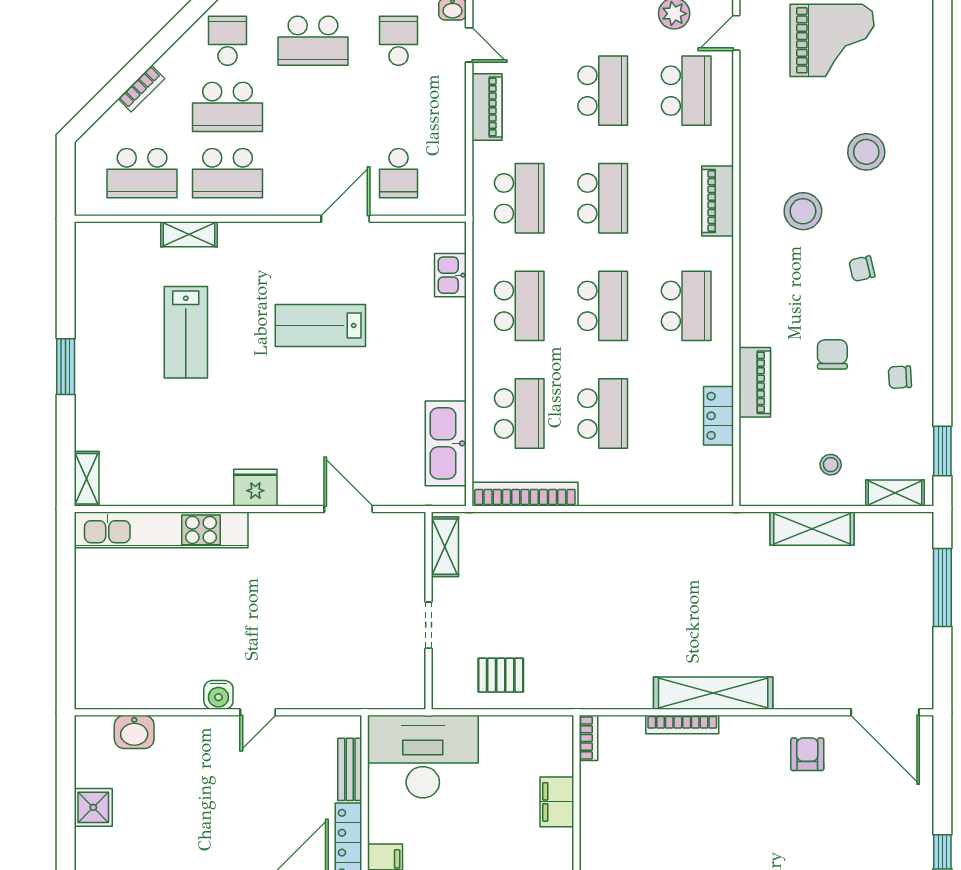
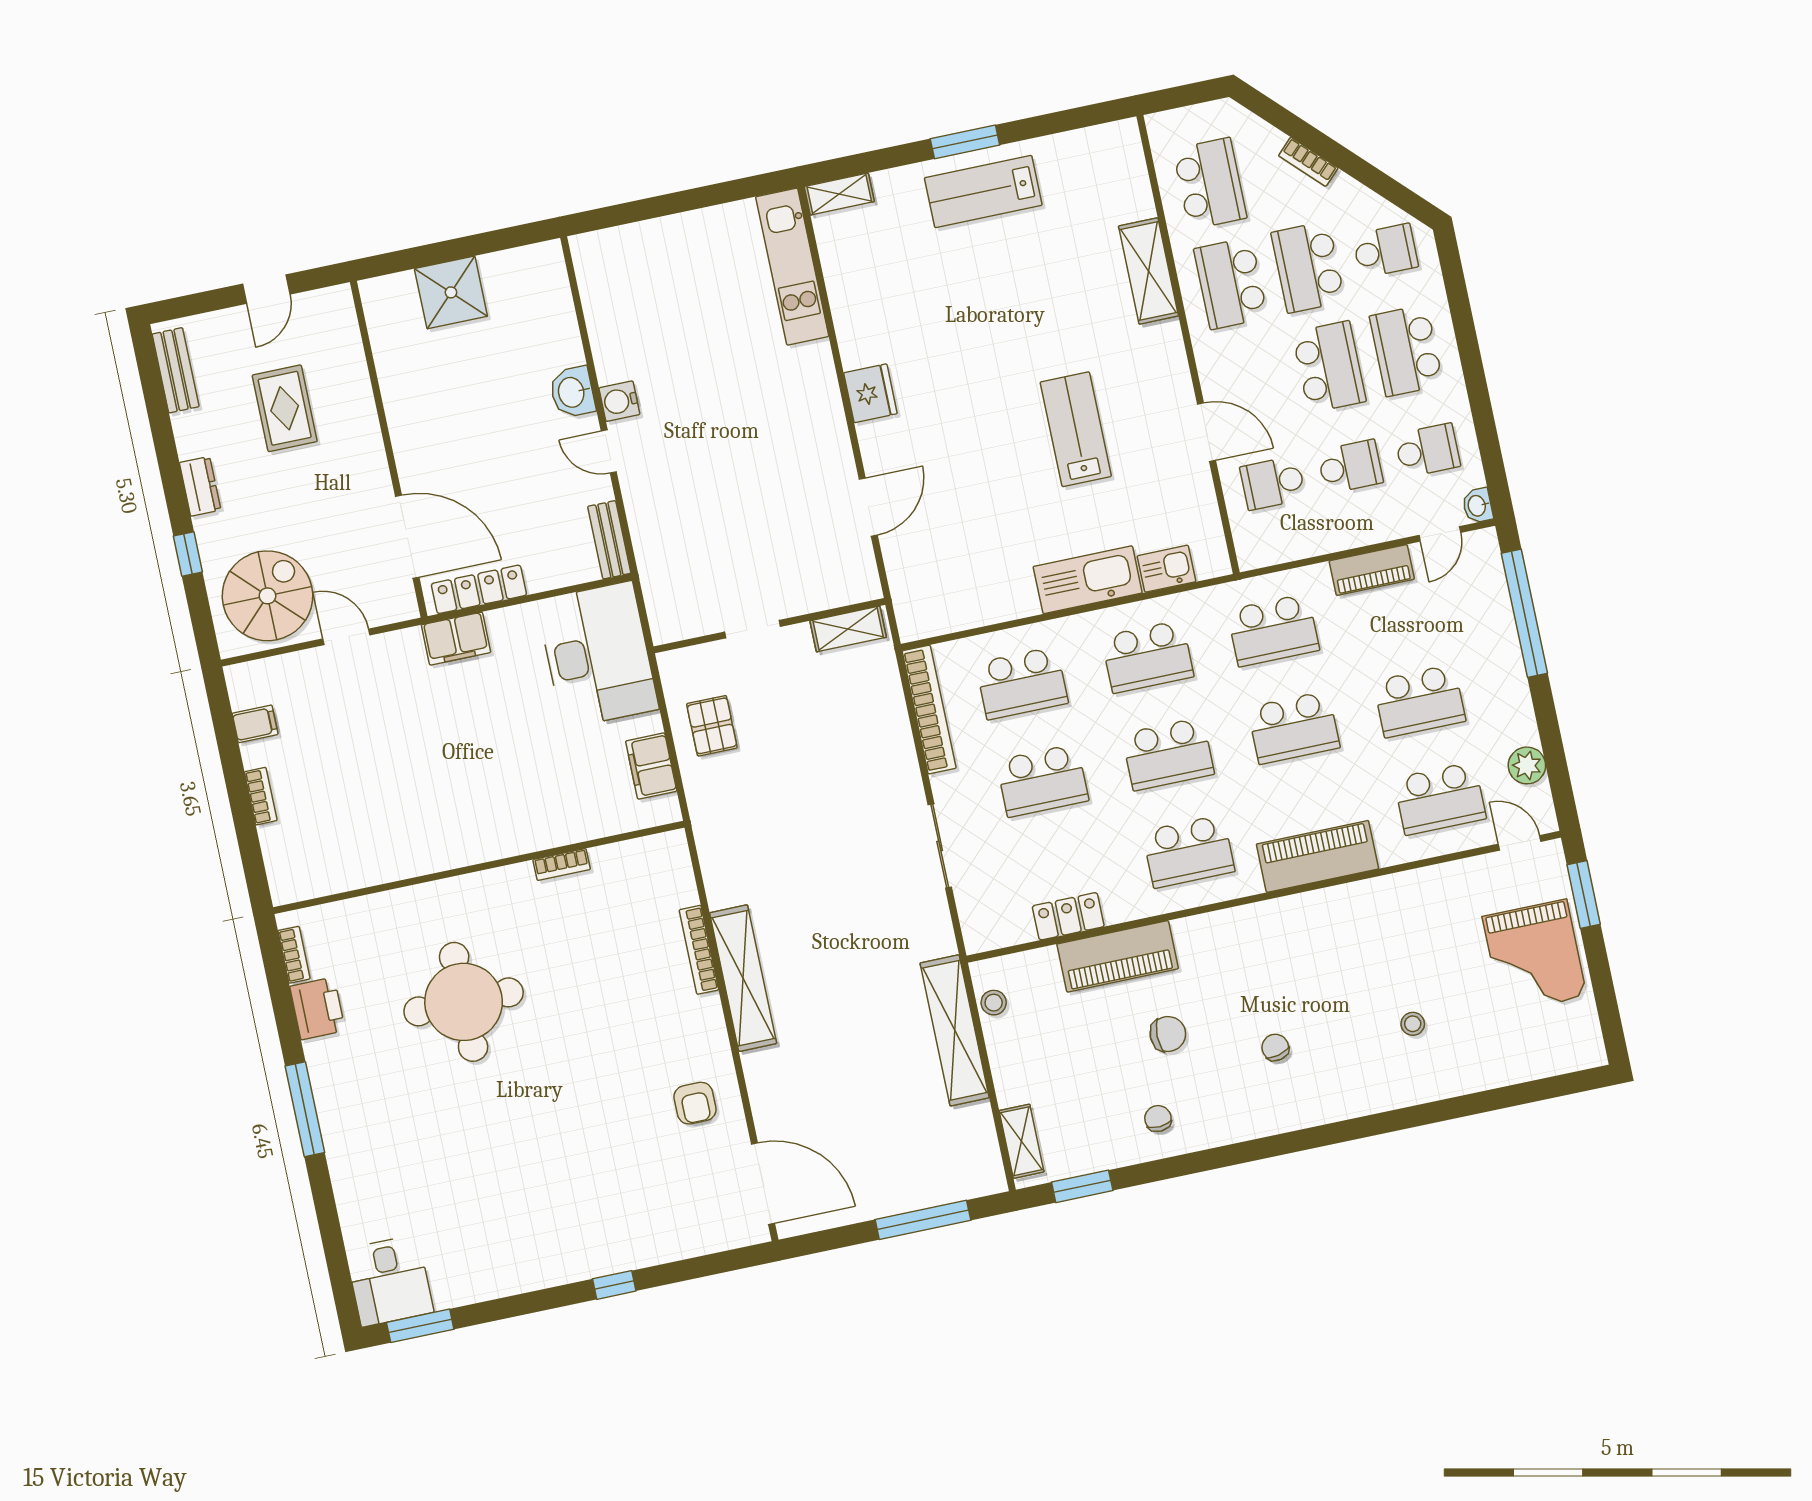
school desk: (313, 107) -> (1329, 367), added
school desk: (398, 107) -> (1350, 467), added
stool: (866, 152) -> (1413, 1024), width x0.53, depth x0.53
school desk: (142, 173) -> (1210, 184), turned 180
piano: (718, 201) -> (1317, 856), width x1.37, depth x1.33
stool: (803, 211) -> (1328, 964), removed
shelving: (189, 234) -> (1148, 271), width x1.50, depth x1.33
lab bench: (186, 332) -> (983, 191), moved
piano: (755, 382) -> (1118, 956), width x1.37, depth x1.33
kitchen sink: (446, 443) -> (1088, 580), moved
stool: (831, 465) -> (994, 1003), moved
sliding door: (639, 509) -> (940, 846), added
shelving: (812, 529) -> (955, 1030), width x1.47
kitchen unit: (161, 530) -> (792, 267), width x0.73
door: (885, 712) -> (763, 1184), swing flipped
washbasin: (134, 732) -> (572, 392), moved
bookcase: (589, 738) -> (562, 865), moved
armchair: (807, 754) -> (695, 1103), turned 90
bench: (350, 769) -> (609, 540), moved, turned 90
filing cabinet: (557, 802) -> (651, 766), moved, turned -90
shower: (93, 807) -> (451, 292), width x1.36, depth x1.36

